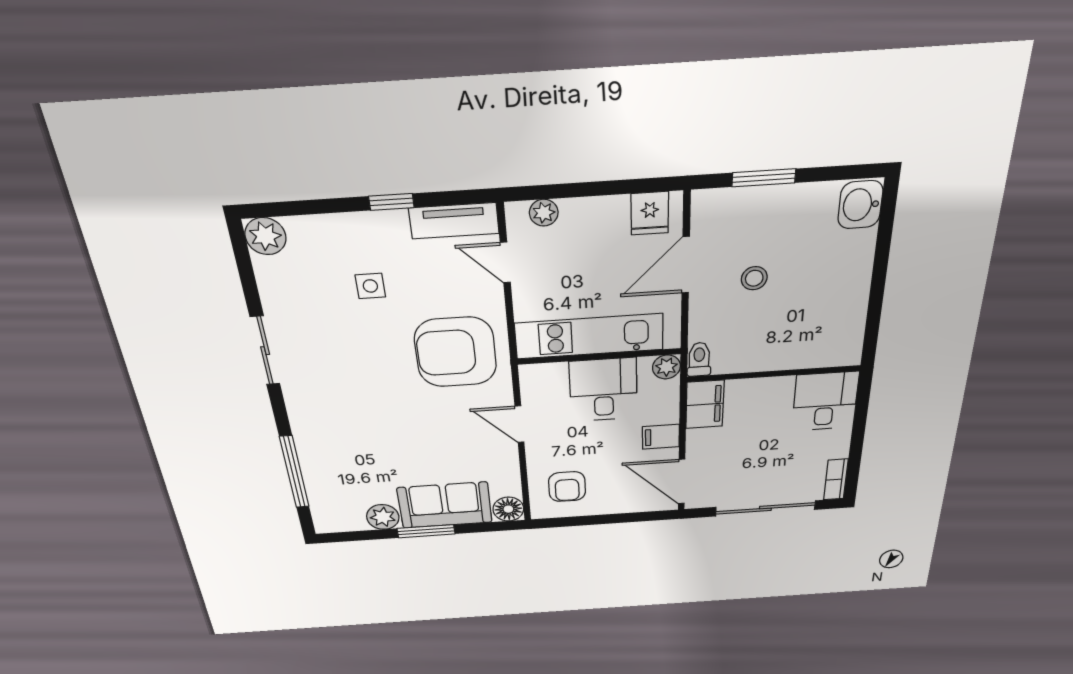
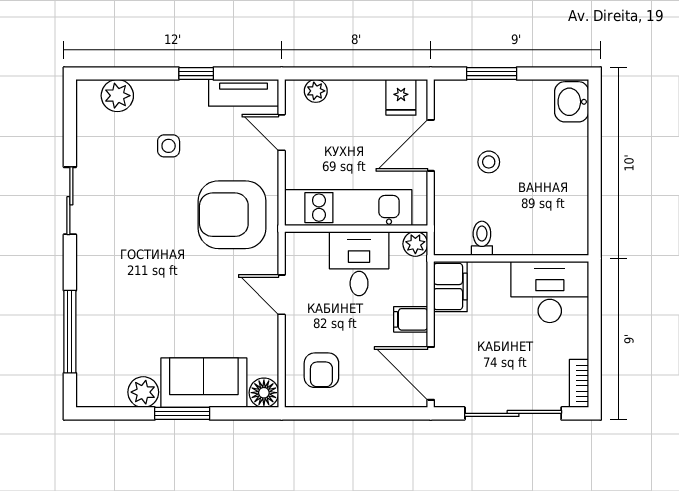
plant: (265, 236) -> (117, 96), moved
toilet: (699, 359) -> (482, 238), moved
desk: (825, 401) -> (550, 292), width x1.37

